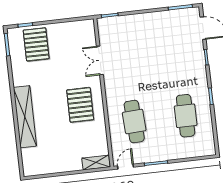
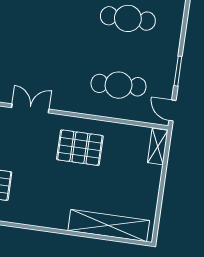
double door: (100, 60) -> (30, 108), swing flipped
shelving: (25, 117) -> (109, 226), moved

